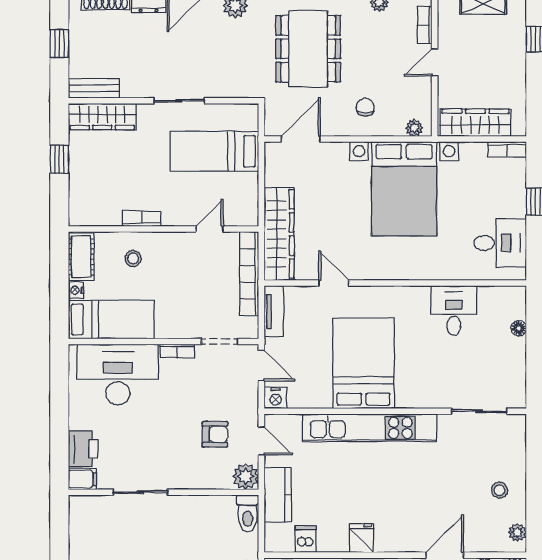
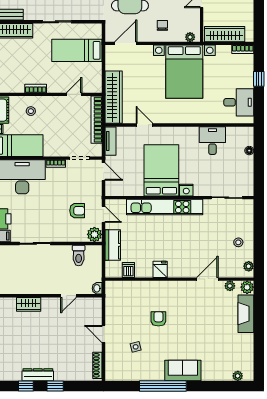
nightstand: (276, 398) -> (186, 190), moved
toilet: (247, 513) -> (79, 255), moved

